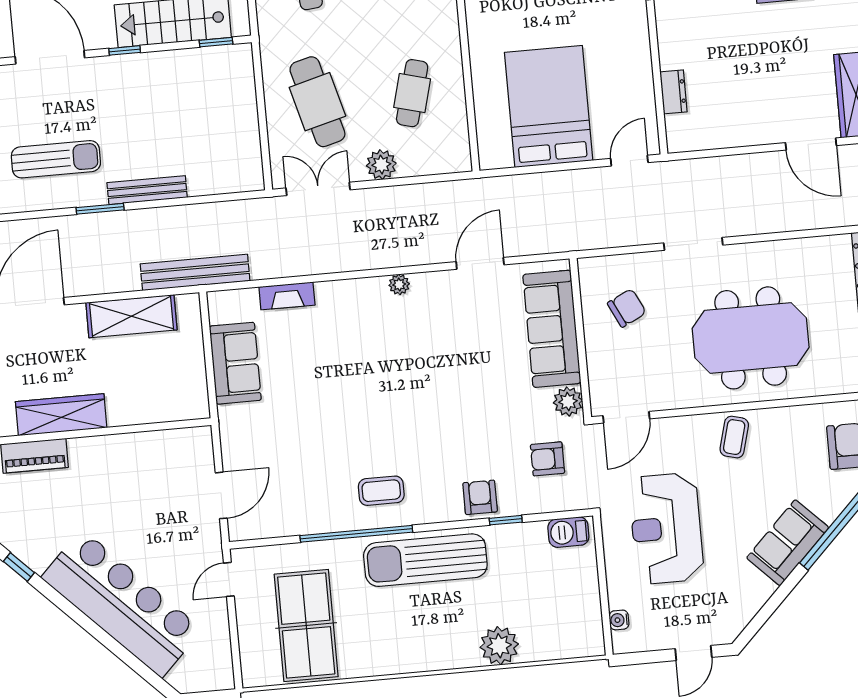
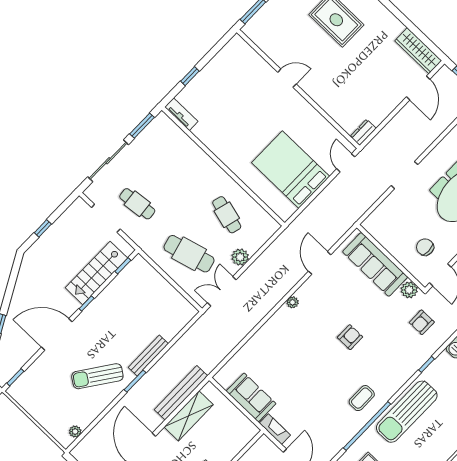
dresser: (674, 92) -> (363, 132), moved, turned -90
door: (811, 144) -> (418, 88), hinge flipped
sun lounger: (56, 159) -> (97, 376), turned -145
bench: (195, 272) -> (181, 393), moved
fireplace: (287, 296) -> (275, 429), moved, turned -90
chair: (627, 308) -> (425, 247), moved, turned -64
armchair: (480, 497) -> (350, 337), moved, turned 90

